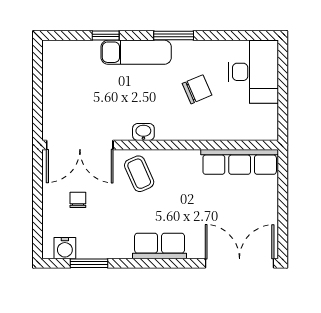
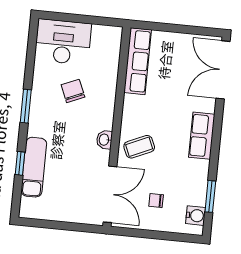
exam couch: (136, 52) -> (34, 167), moved

